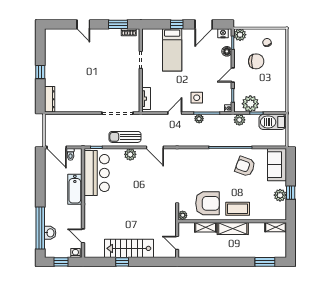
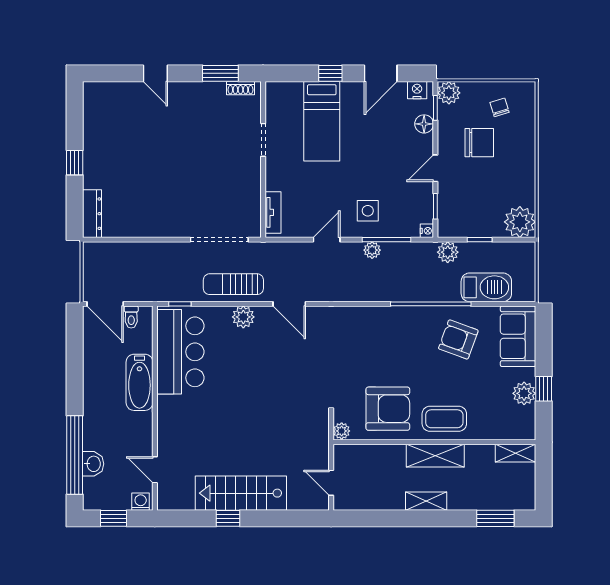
plant: (250, 104) -> (520, 222), moved
barbecue: (272, 122) -> (486, 287), moved, turned 180
shelving: (206, 227) -> (426, 501), moved

